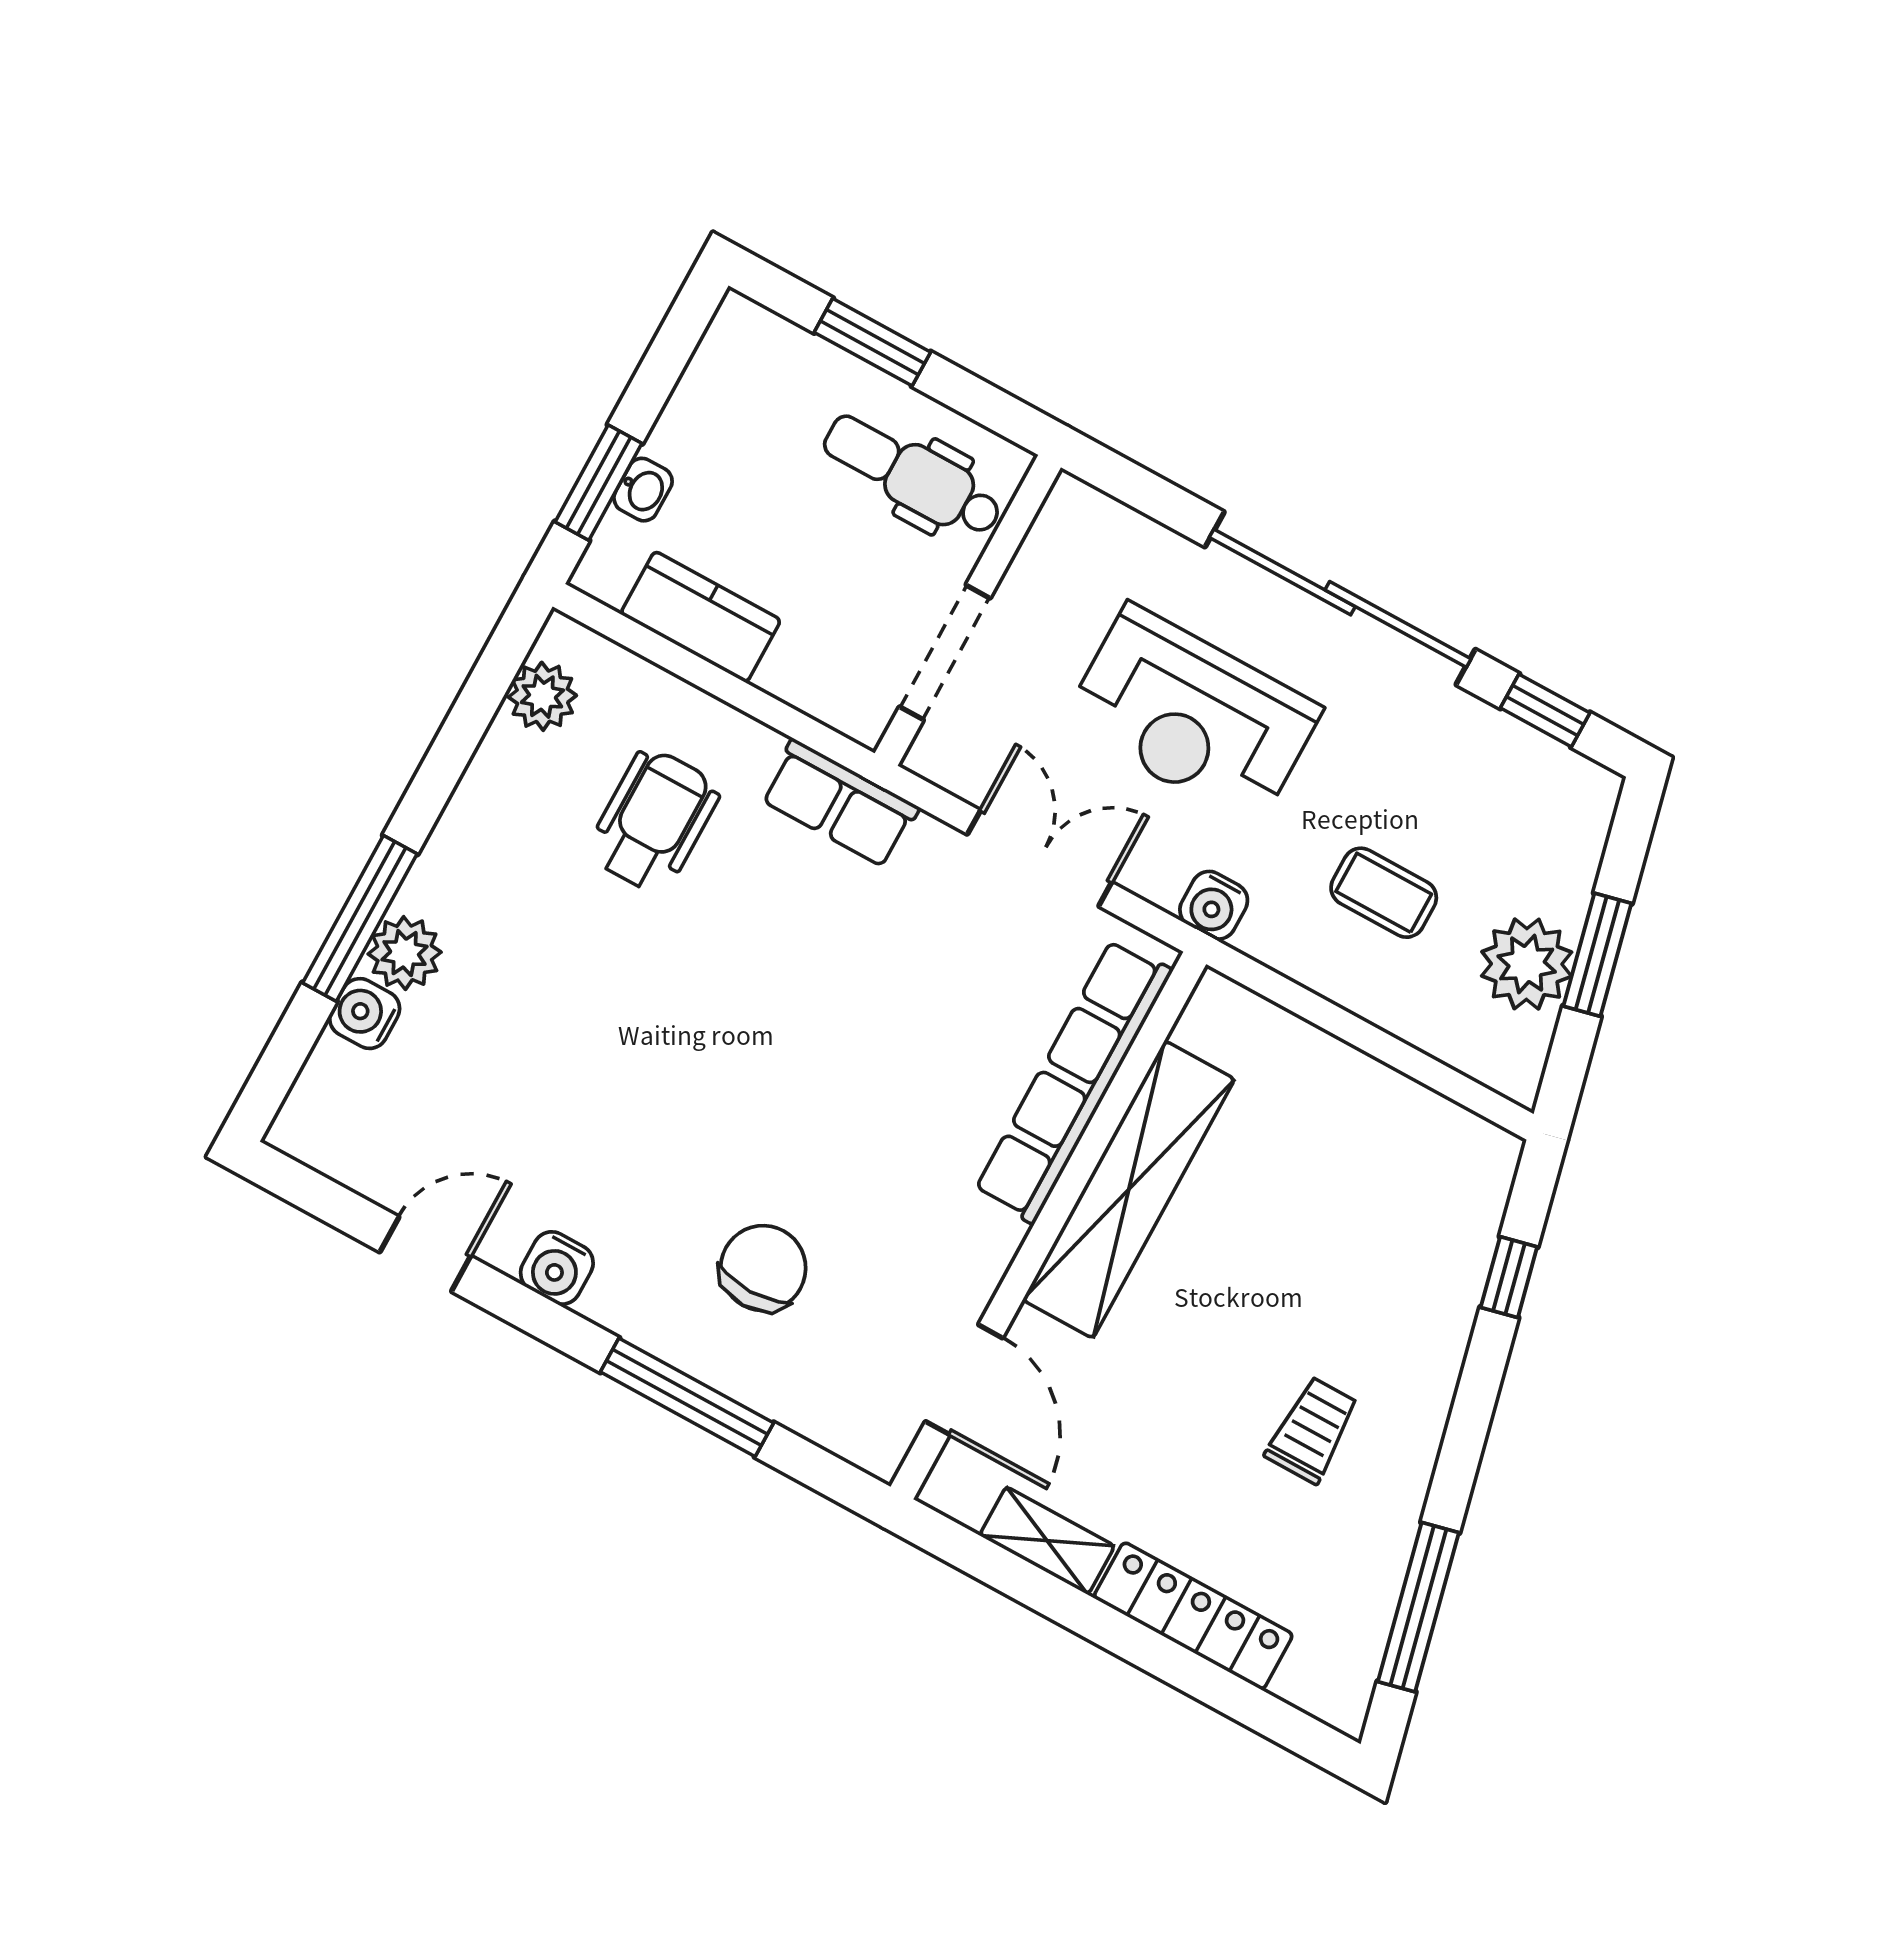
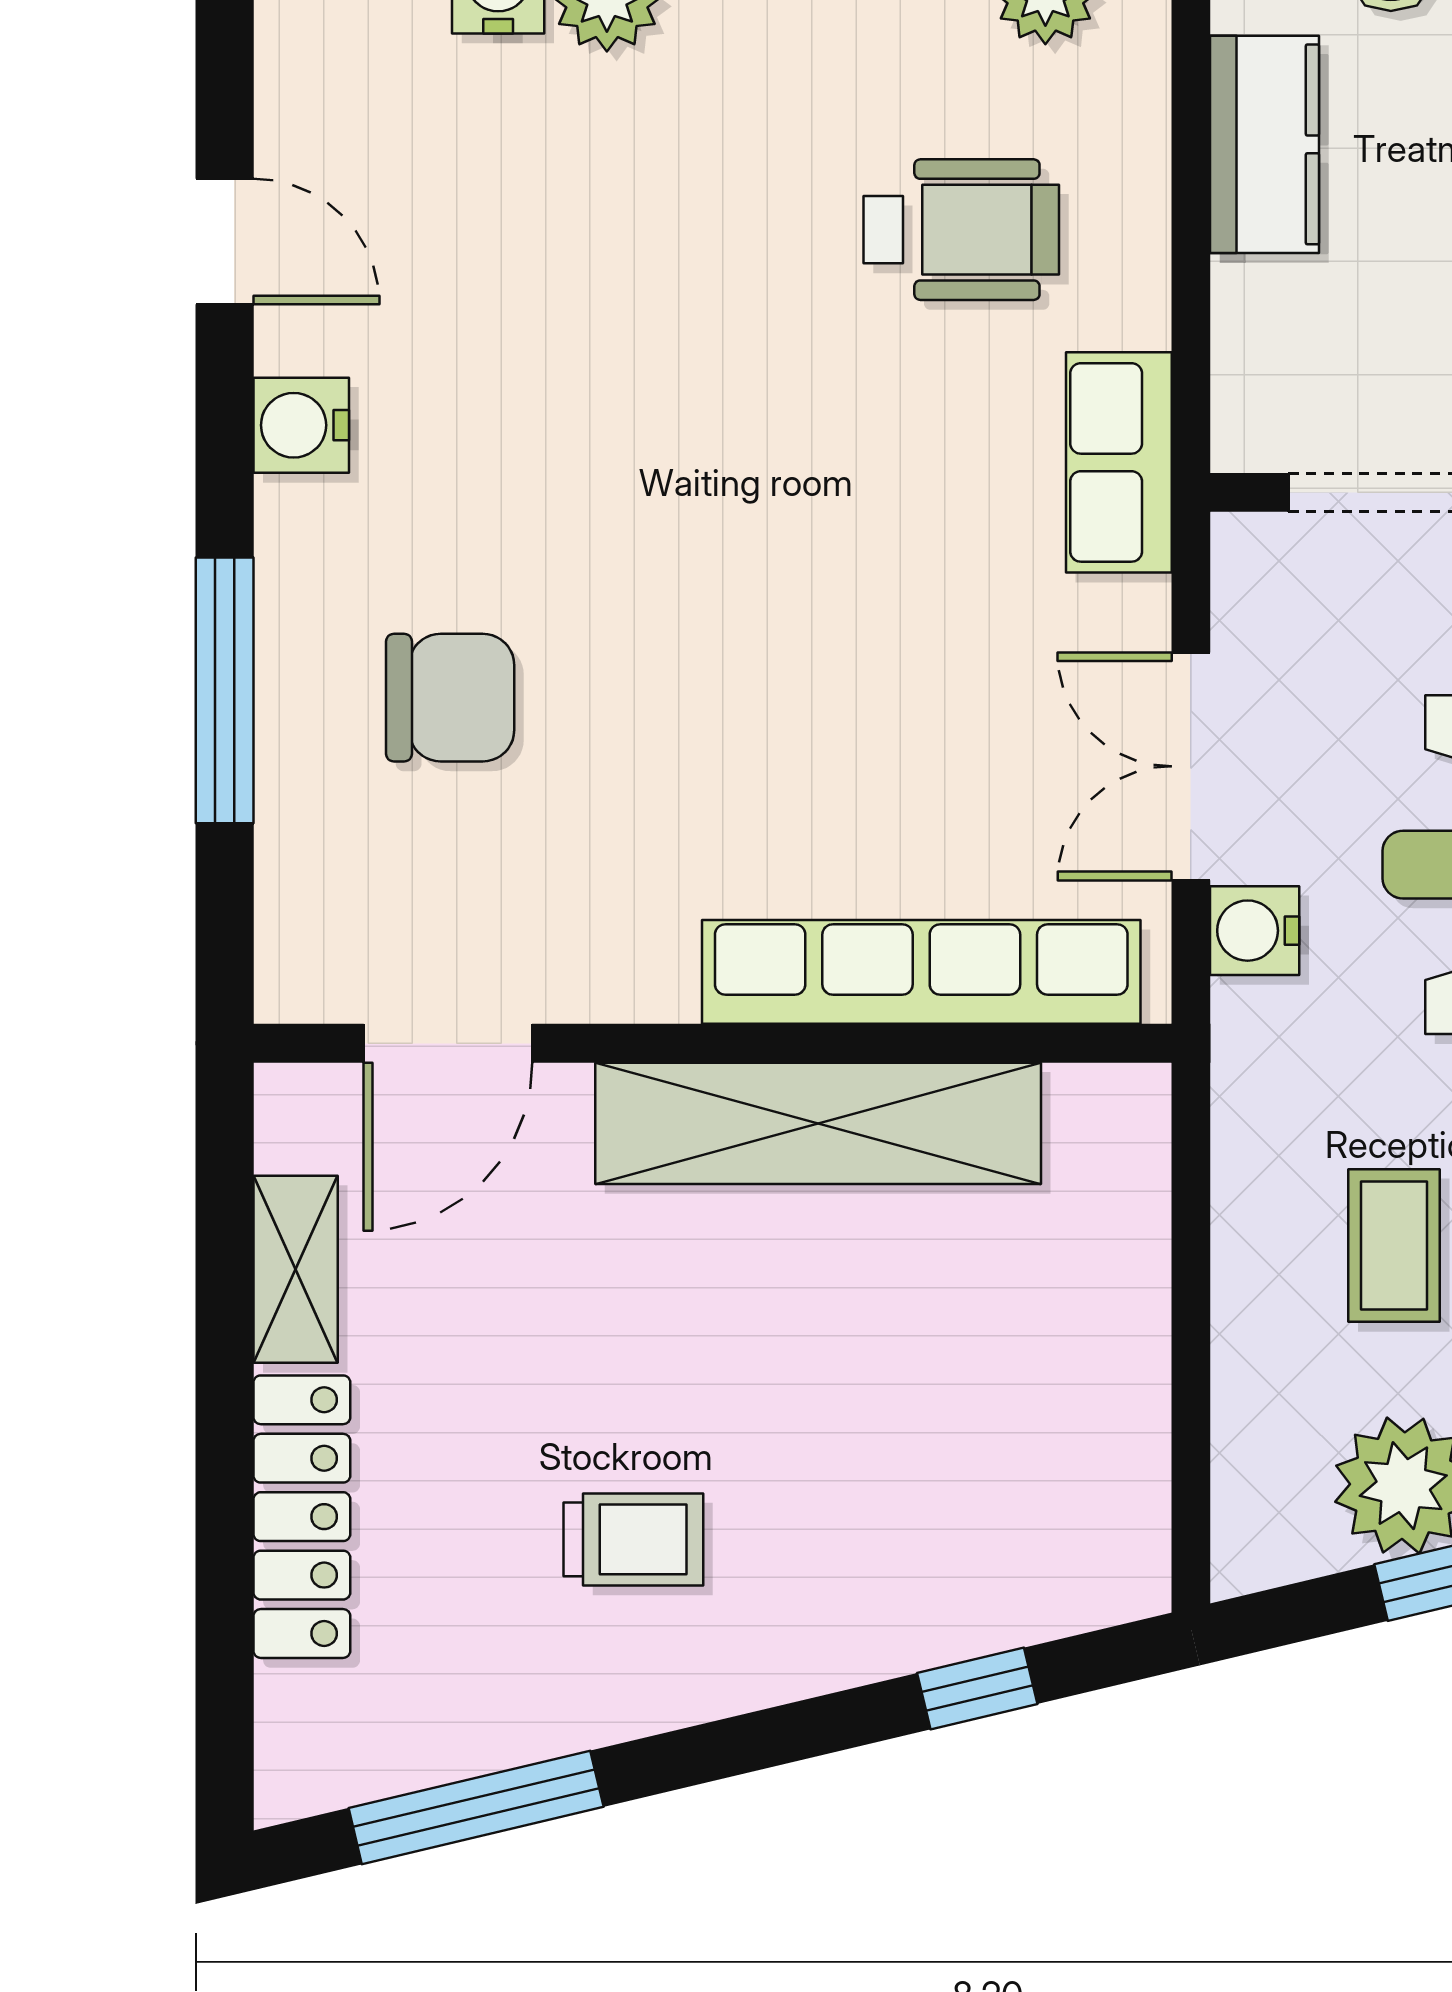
double door: (1040, 858) -> (1191, 766), swing flipped
water cooler: (1214, 905) -> (1255, 931), moved

